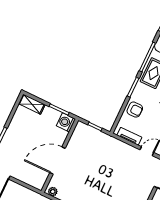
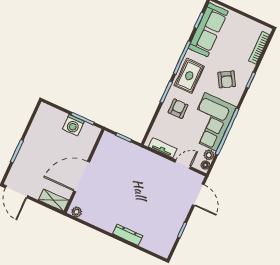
shelving: (32, 104) -> (54, 200), moved
armchair: (135, 110) -> (178, 109), moved, turned -90
washing machine: (66, 122) -> (73, 125), moved, turned -90

